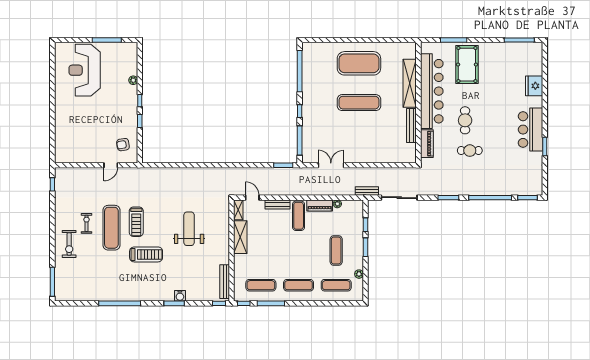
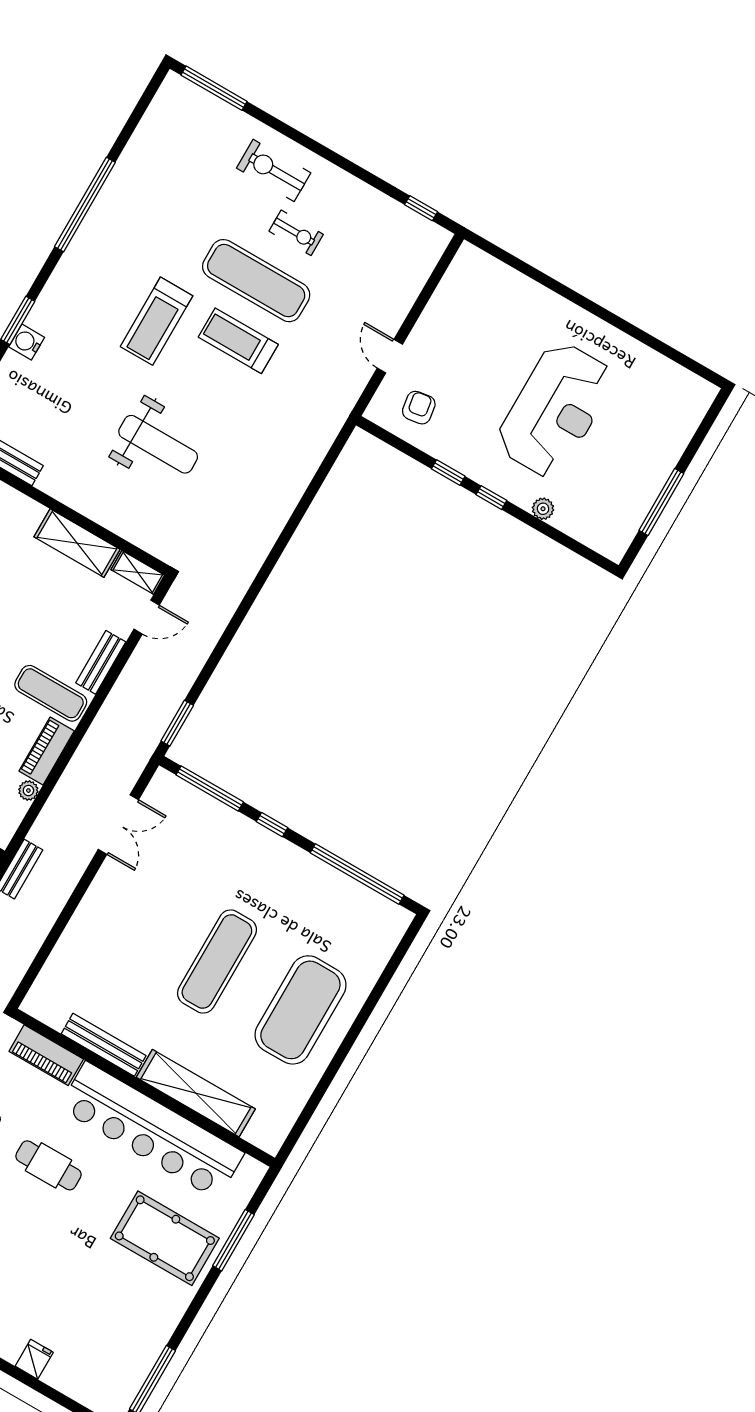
reception desk: (85, 70) -> (555, 410), moved, turned 90
fridge: (534, 86) -> (34, 1359), width x0.53, depth x0.75

